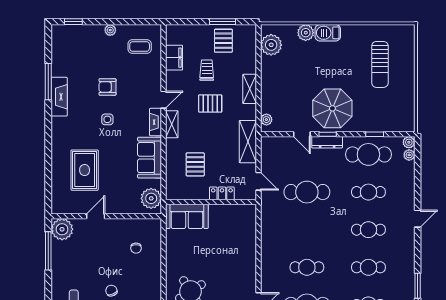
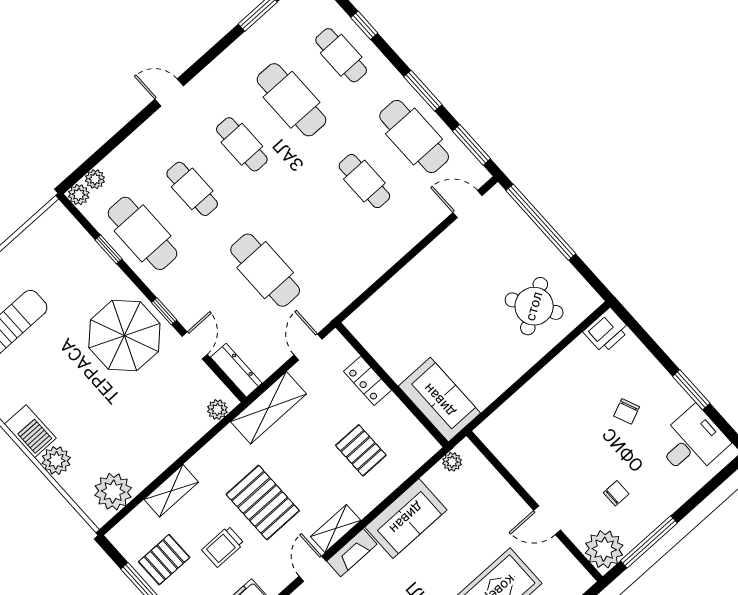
shelving: (250, 89) -> (171, 491), moved
door: (164, 100) -> (313, 569), hinge flipped
pallet: (210, 104) -> (263, 502), width x1.50, depth x1.42
dresser: (327, 142) -> (236, 370), moved
pallet: (195, 164) -> (361, 450), turned 90
plant: (151, 198) -> (452, 462), width x0.53, depth x0.53
chair: (136, 248) -> (616, 493), moved
cafe table: (368, 267) -> (291, 100), width x1.37, depth x1.35

